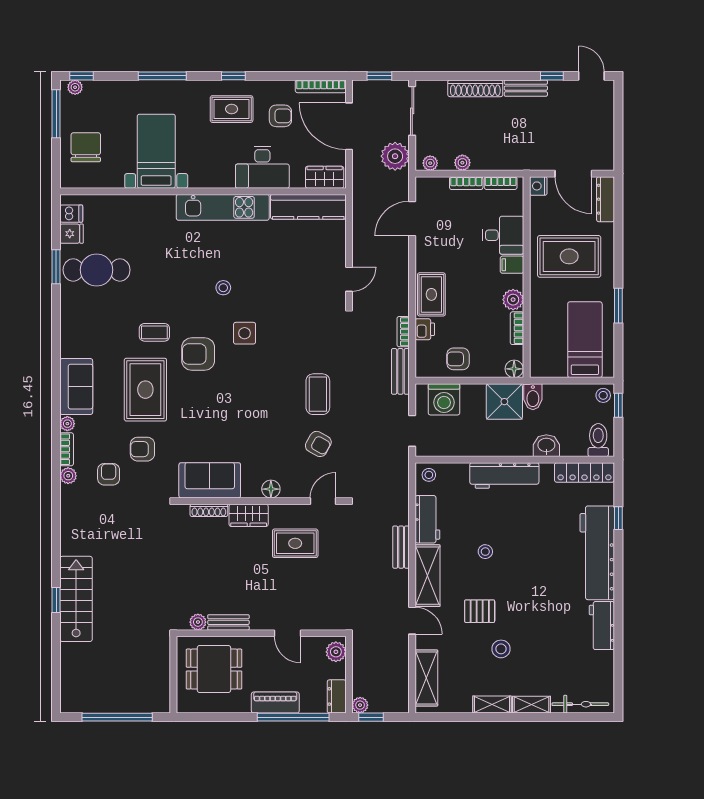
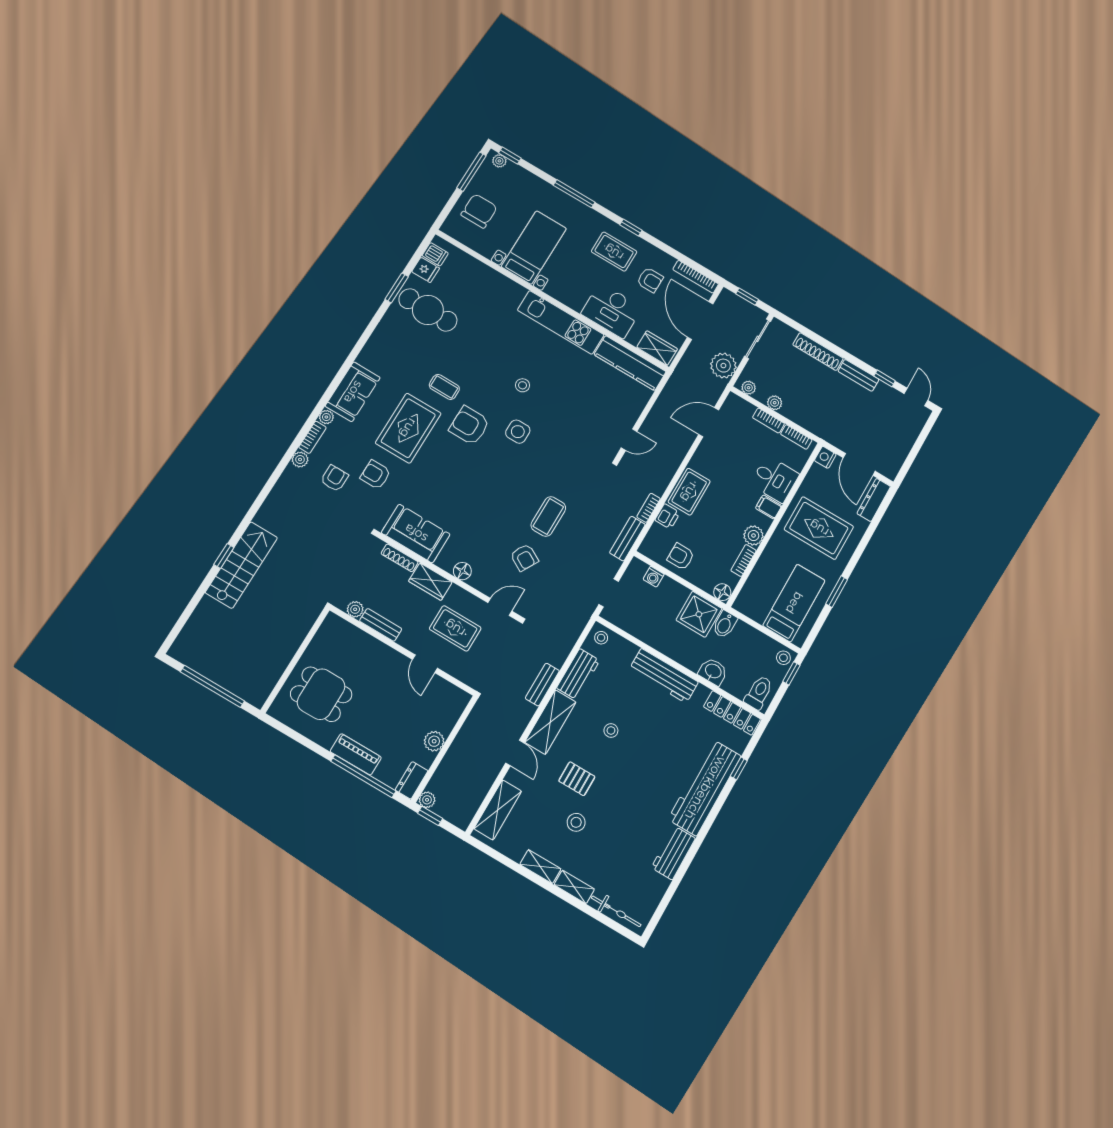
washing machine: (444, 399) -> (654, 577), width x0.53, depth x0.53
plant: (198, 622) -> (355, 609), moved
bench: (228, 622) -> (381, 625), moved
wall: (261, 633) -> (403, 651), moved
door: (288, 633) -> (425, 664), moved

